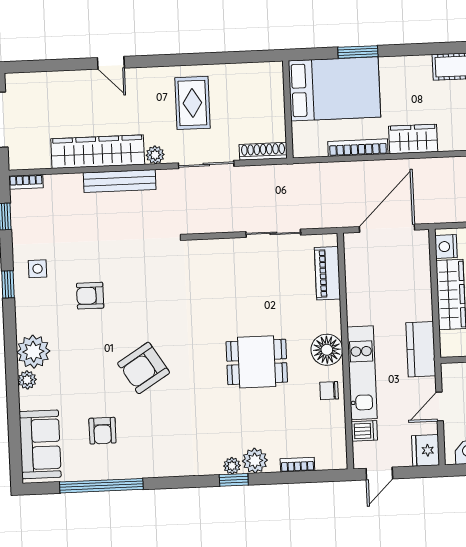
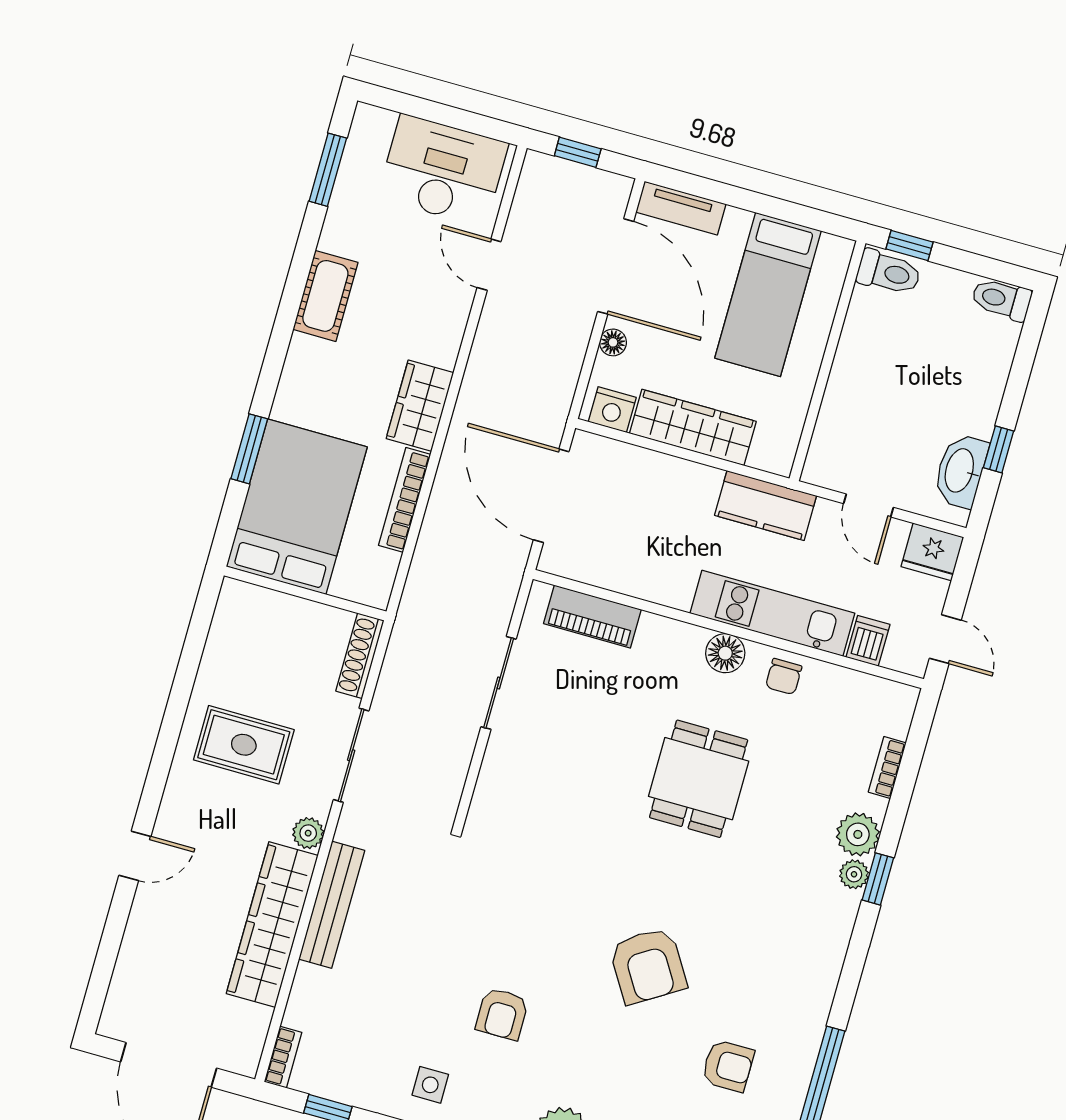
floor lamp: (327, 350) -> (725, 653), width x0.73, depth x0.73

